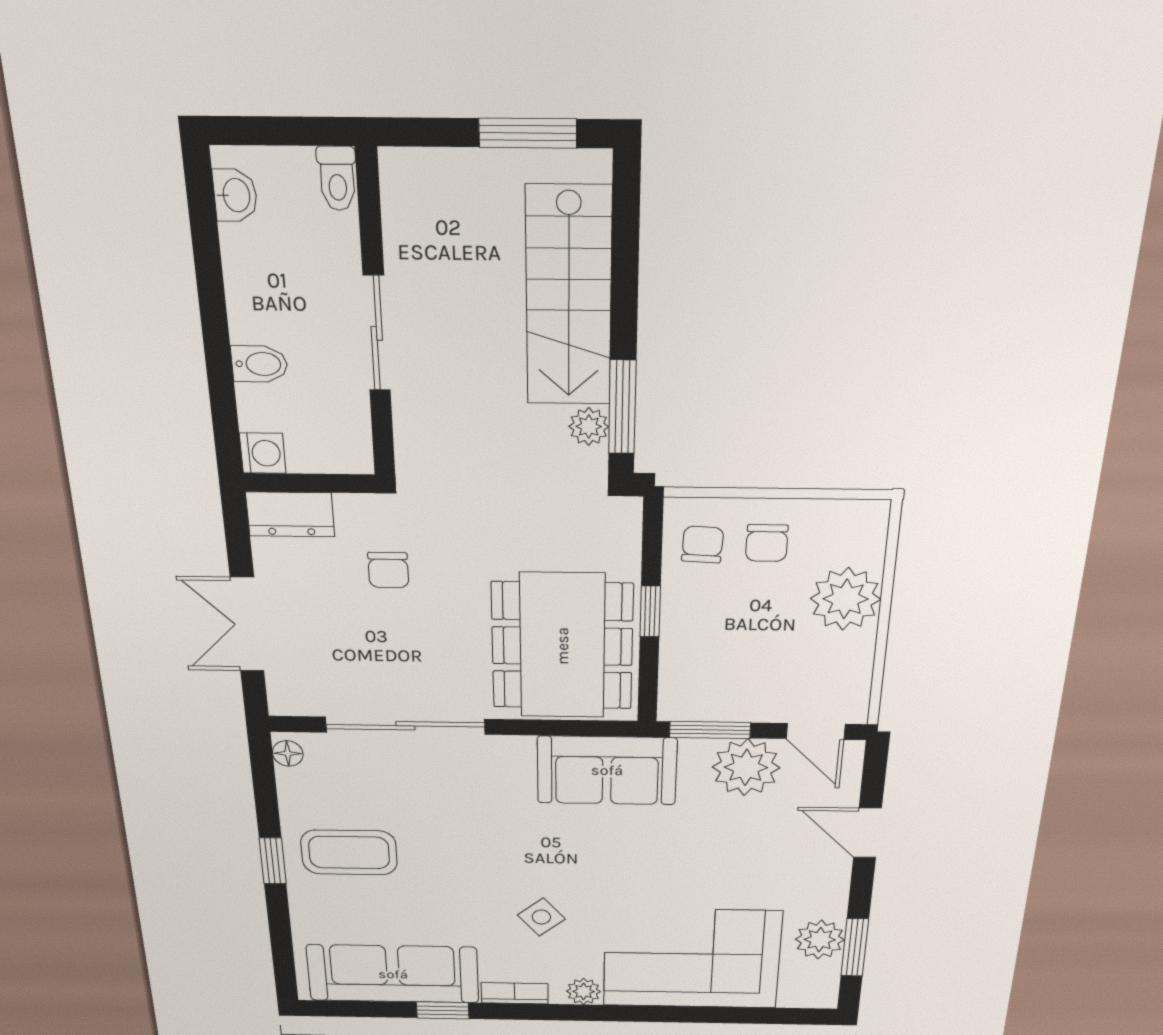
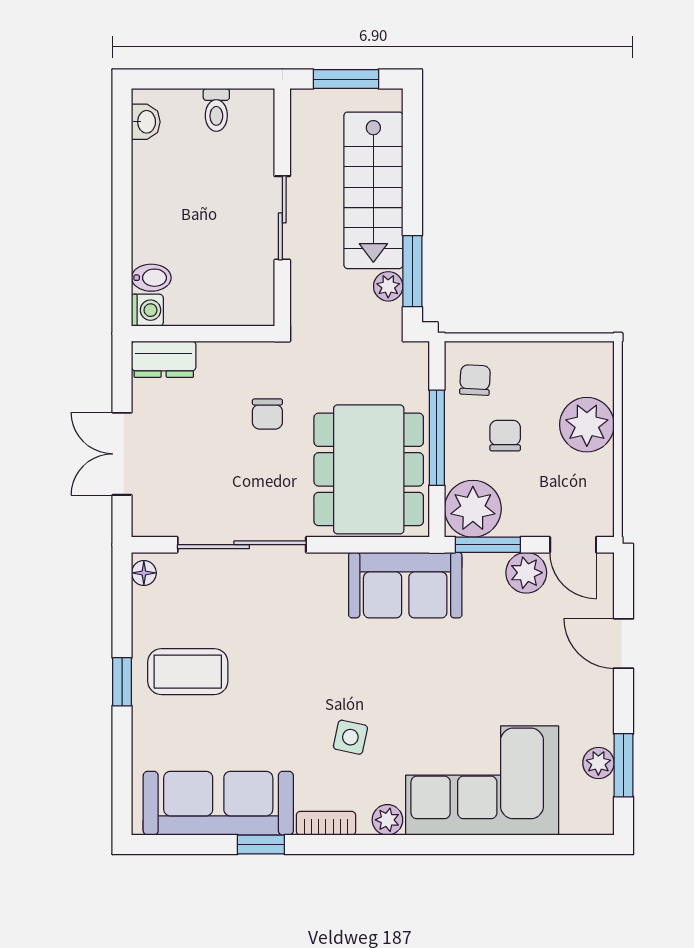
wall: (376, 319) -> (282, 207), moved
sliding door: (377, 333) -> (282, 218), moved
bidet: (260, 364) -> (151, 278), moved
chair: (767, 543) -> (505, 436), moved, turned 180
chair: (388, 570) -> (267, 414), moved
window: (650, 611) -> (437, 438), width x2.17
plant: (693, 691) -> (473, 509), added
plant: (746, 767) -> (526, 573), width x0.73, depth x0.73
side table: (541, 917) -> (350, 737), turned -38
plant: (820, 940) -> (598, 763), width x0.73, depth x0.73

